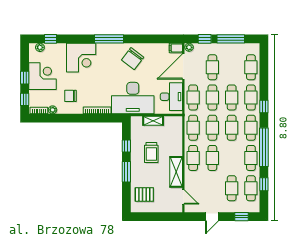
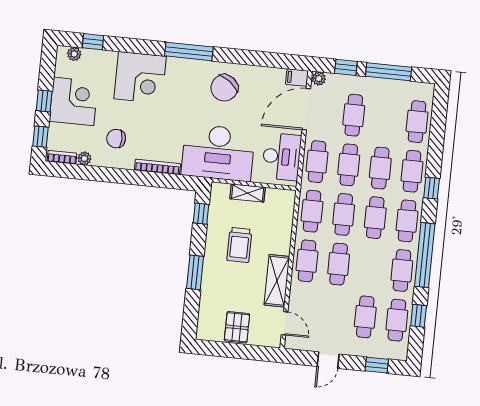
window: (126, 146) -> (201, 214), moved
pallet: (144, 194) -> (237, 327), moved, turned 90

